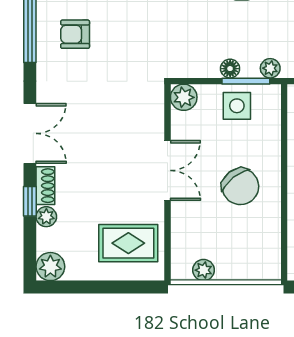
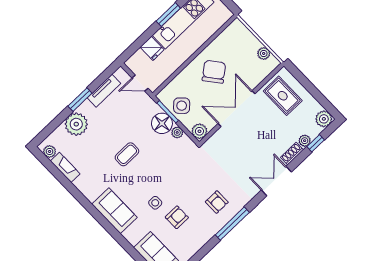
plant: (270, 68) -> (177, 132), moved
floor lamp: (230, 69) -> (162, 123), width x1.89, depth x1.89
side table: (237, 106) -> (182, 106), turned 45
double door: (167, 170) -> (237, 109), width x1.37
window: (30, 201) -> (316, 143), moved

